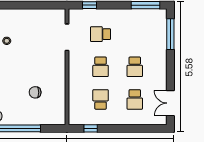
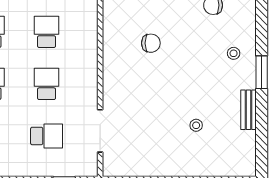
school desk: (101, 99) -> (47, 32), turned 180

